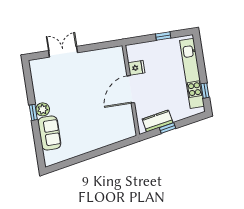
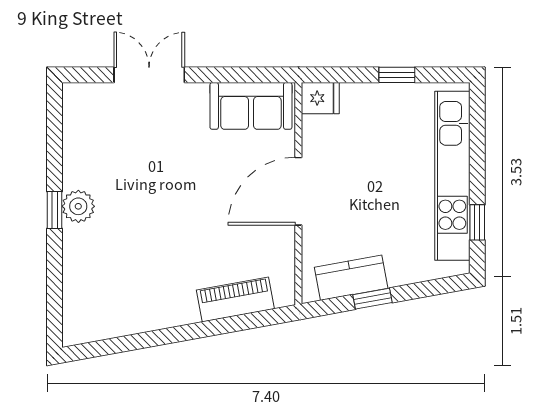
fridge: (136, 68) -> (320, 98), moved
sofa: (49, 133) -> (251, 106), moved, turned 90
piano: (112, 137) -> (235, 299), added

